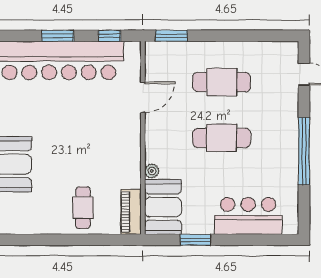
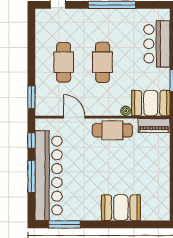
window: (58, 36) -> (31, 176), width x1.44
cafe table: (83, 208) -> (112, 130), moved, width x1.37, depth x1.35

